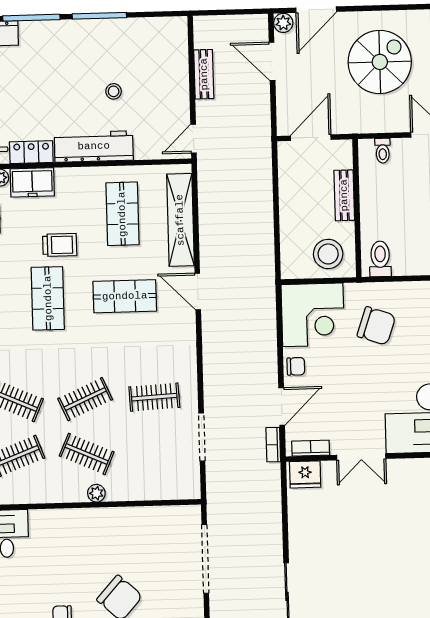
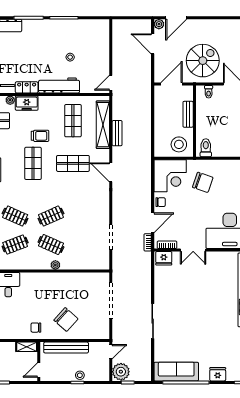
spiral stairs: (380, 62) -> (203, 61), moved
bench: (204, 74) -> (117, 133), moved
door: (198, 291) -> (111, 172), moved
clothes rail: (154, 397) -> (87, 216), removed

